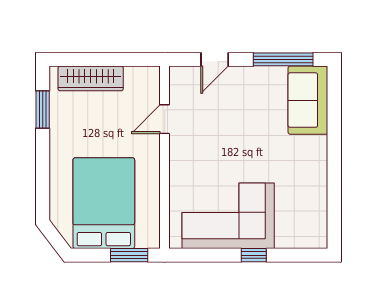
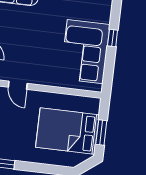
window: (129, 255) -> (101, 133), moved

